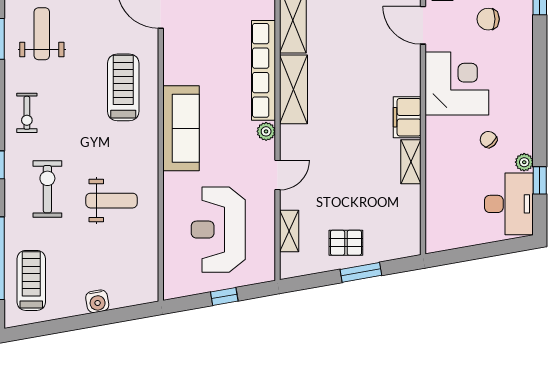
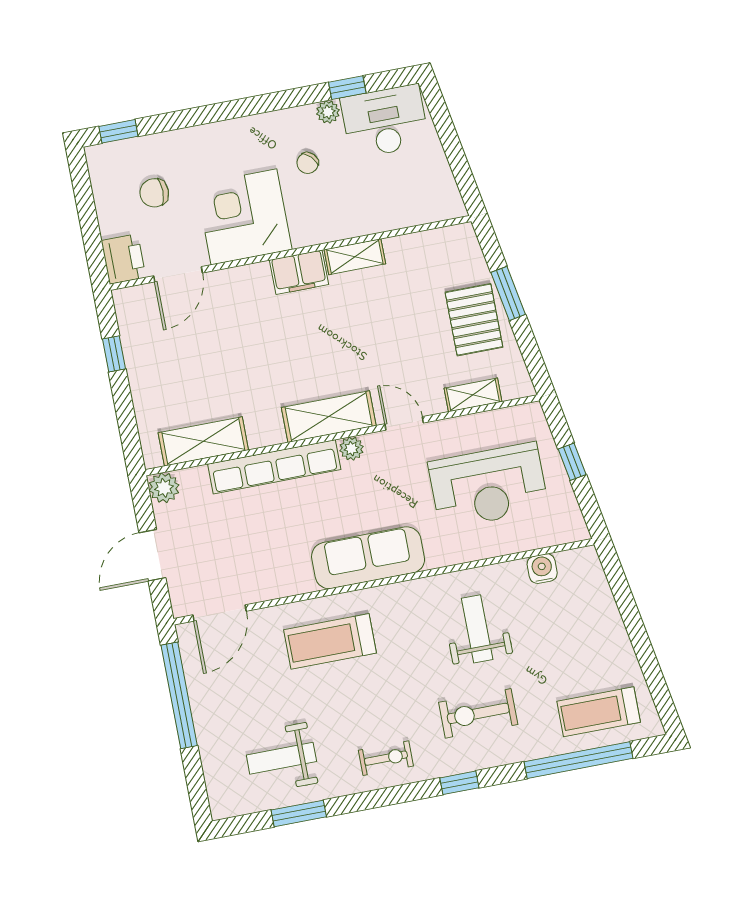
chair: (488, 19) -> (154, 193), turned 90
shelving: (294, 89) -> (329, 417), moved
pallet: (346, 243) -> (474, 320), width x1.50, depth x1.42
water cooler: (97, 301) -> (542, 569), moved, turned -80

